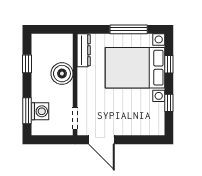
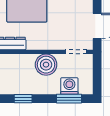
boiler: (62, 74) -> (46, 65), moved

